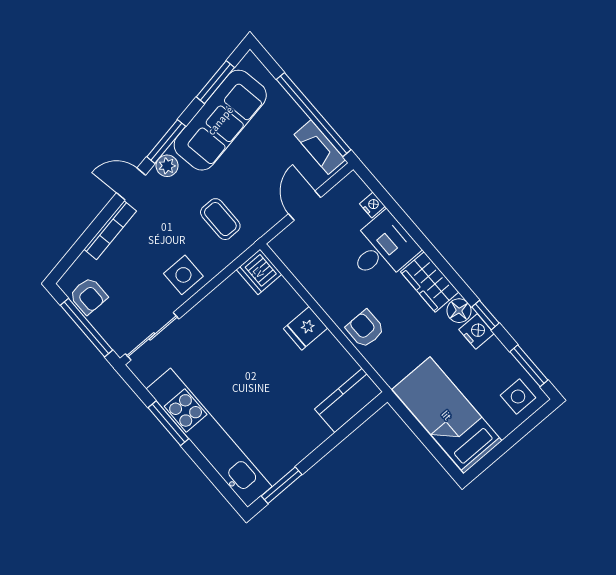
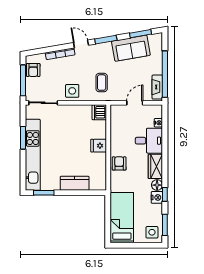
sofa: (220, 120) -> (131, 48), width x0.73
plant: (167, 166) -> (99, 48), removed
kitchen counter: (348, 400) -> (75, 183), moved

